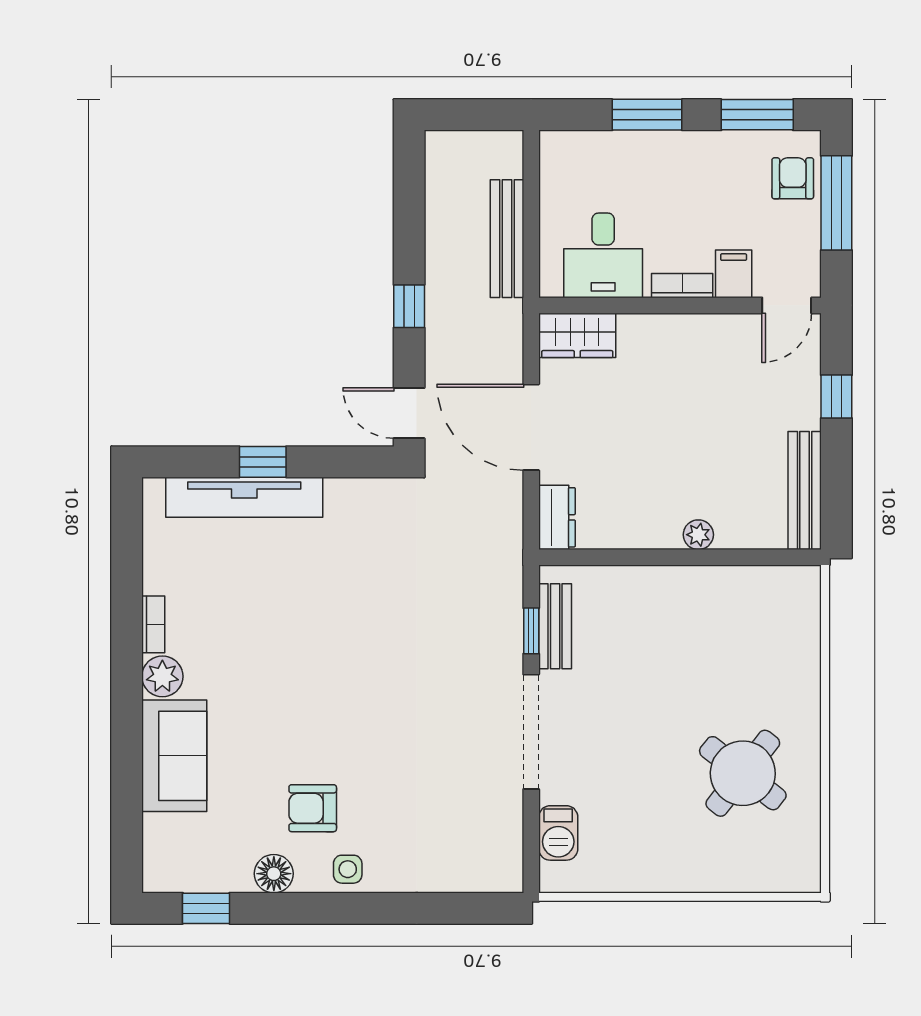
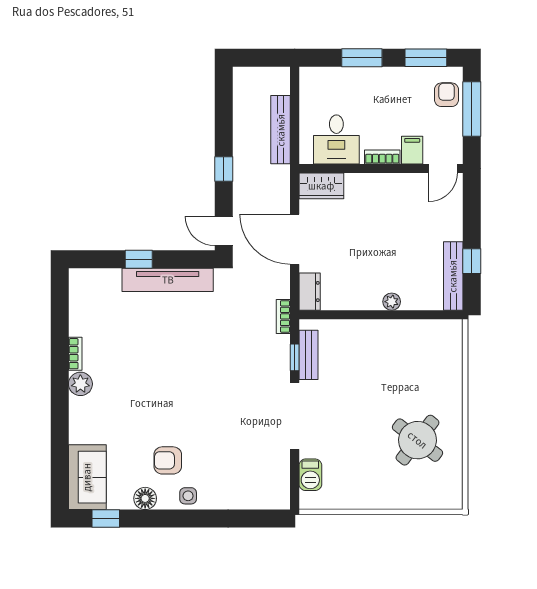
window: (836, 397) -> (472, 261), moved
tv unit: (244, 497) -> (168, 280), moved
bookcase: (512, 560) -> (283, 316), added
sofa: (174, 756) -> (87, 477), moved

